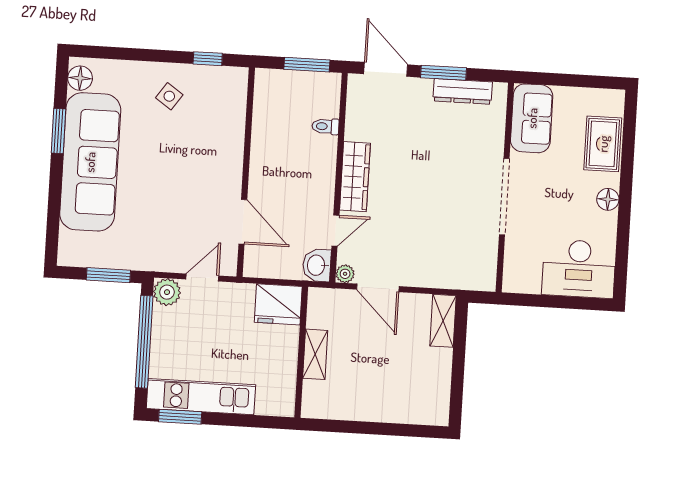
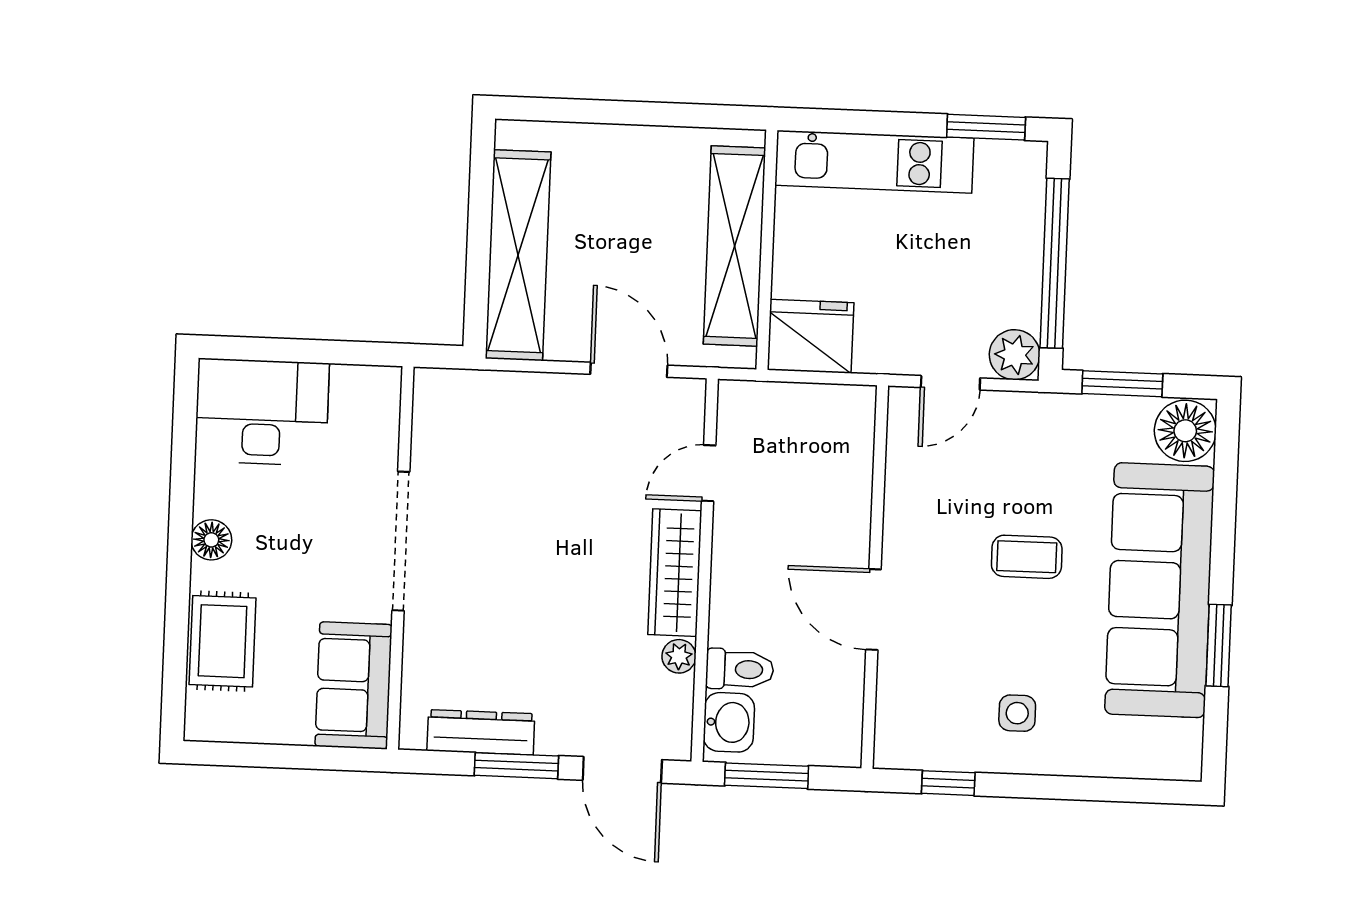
floor lamp: (80, 78) -> (1185, 431), moved, width x1.38, depth x1.38
side table: (169, 96) -> (1017, 713), turned -35
toilet: (325, 126) -> (740, 669), width x1.37, depth x1.39
coffee table: (162, 182) -> (1027, 557), added
door: (243, 222) -> (873, 610), moved
washbasin: (317, 265) -> (729, 722), moved
plant: (345, 274) -> (679, 656), moved
shelving: (443, 321) -> (518, 255), width x2.20, depth x1.33
shelving: (315, 354) -> (735, 246), width x2.20, depth x1.33
kitchen unit: (201, 397) -> (874, 162), moved

